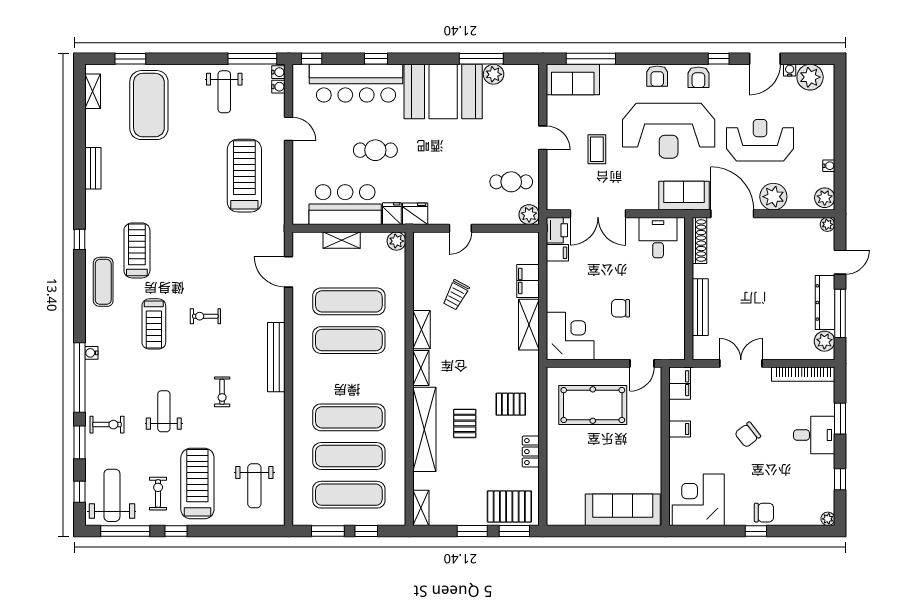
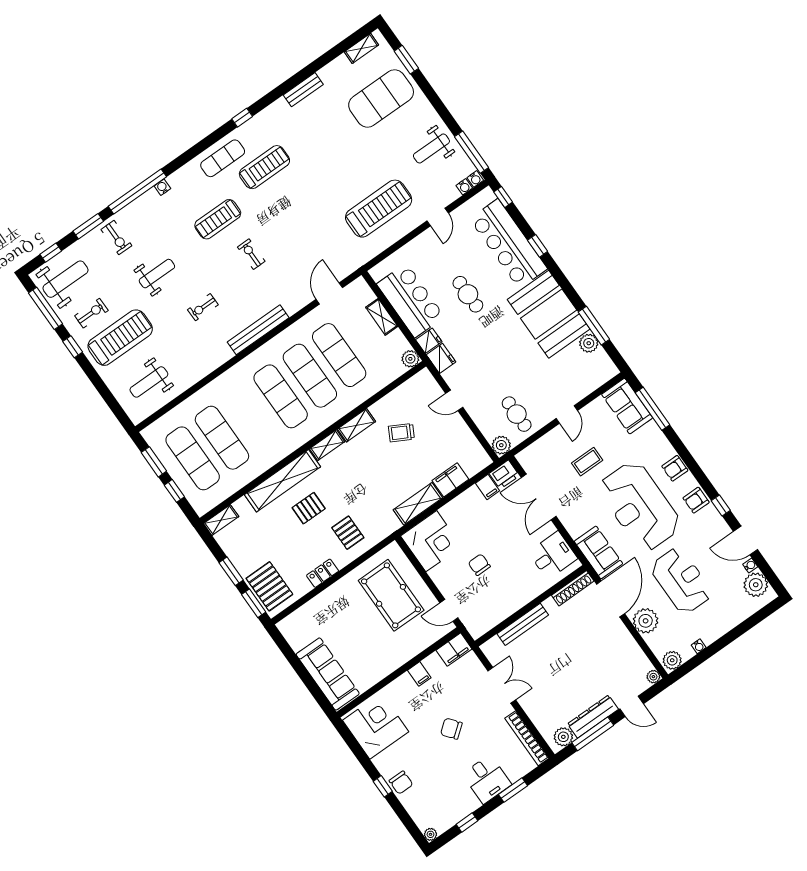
exercise mat: (349, 417) -> (281, 396), moved

